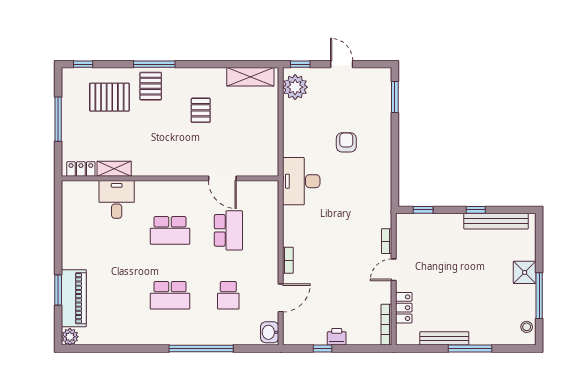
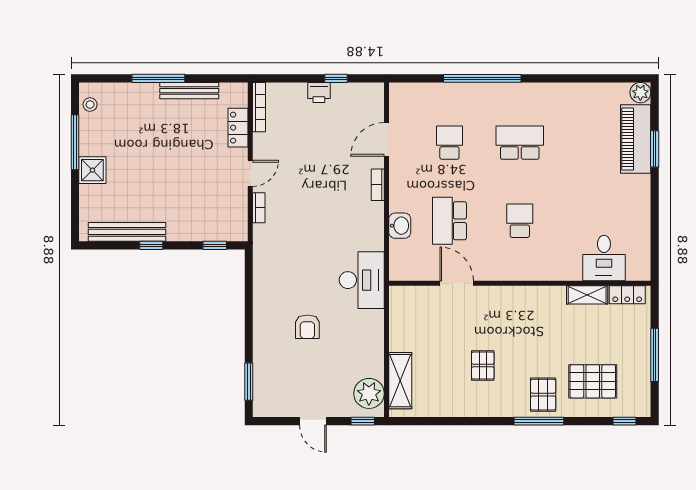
shelving: (250, 77) -> (400, 381), moved, turned 90
desk: (117, 199) -> (604, 258), moved
school desk: (170, 230) -> (520, 221), width x0.54
washbasin: (270, 332) -> (400, 226), moved

